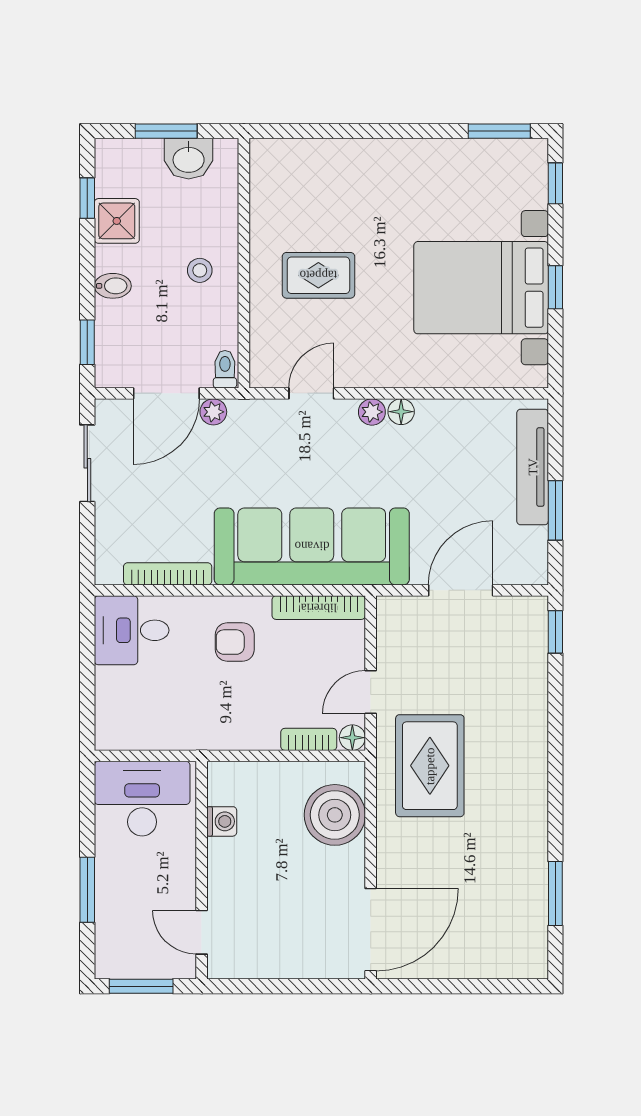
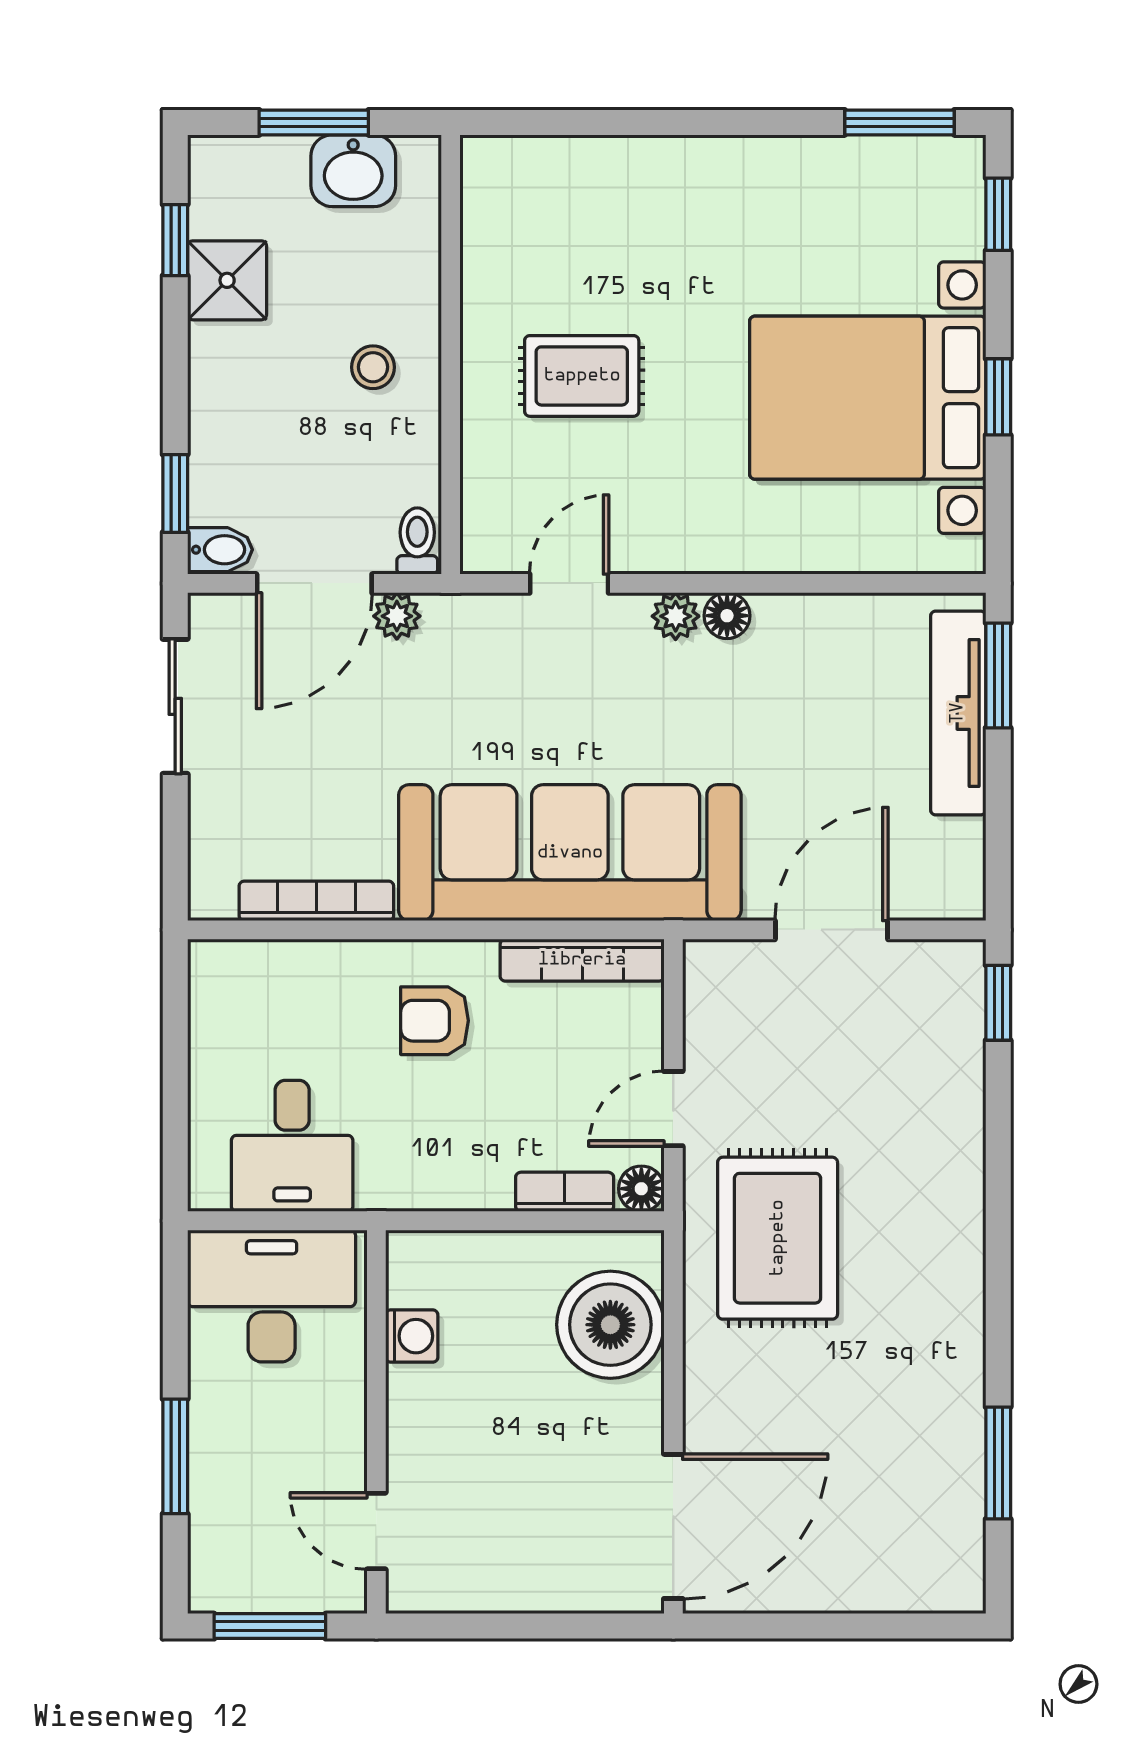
bidet: (113, 286) -> (220, 550), moved
window: (555, 510) -> (998, 675), moved
desk: (132, 630) -> (292, 1146), moved, turned -90

